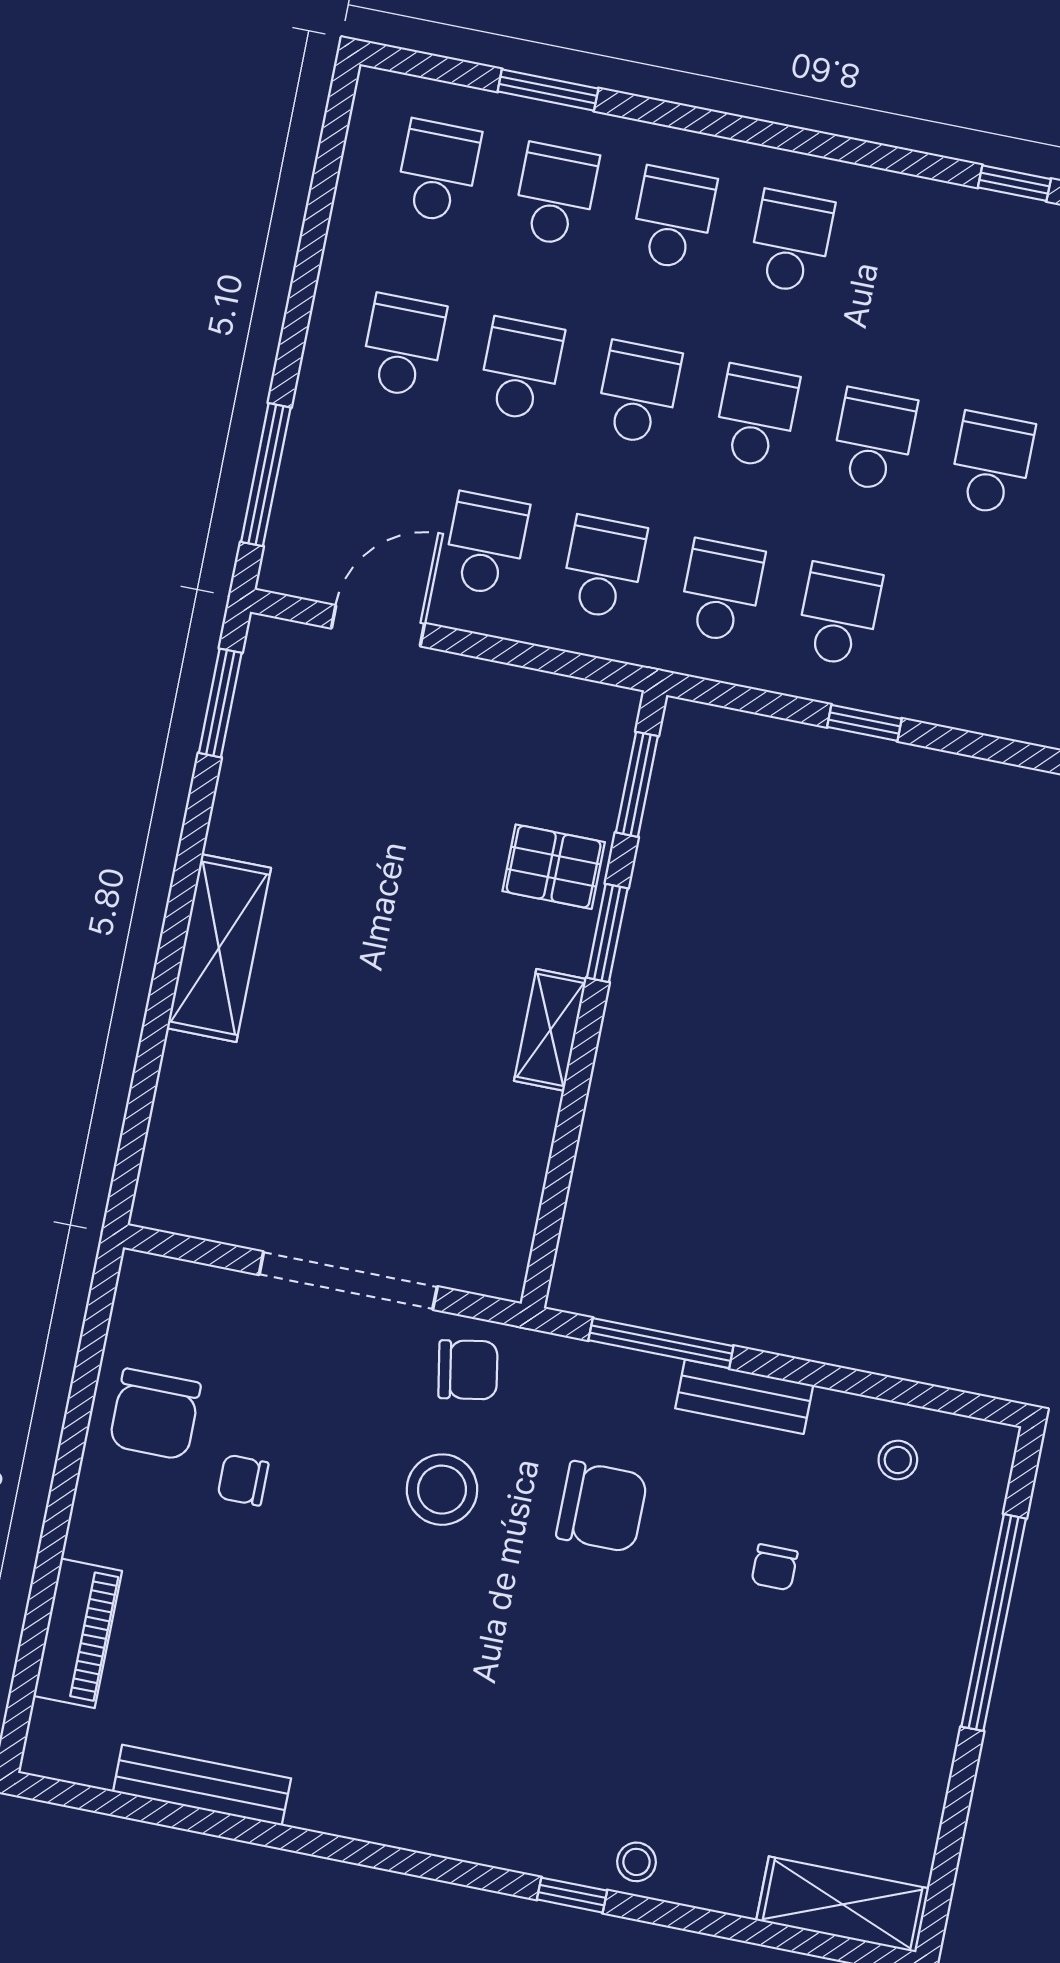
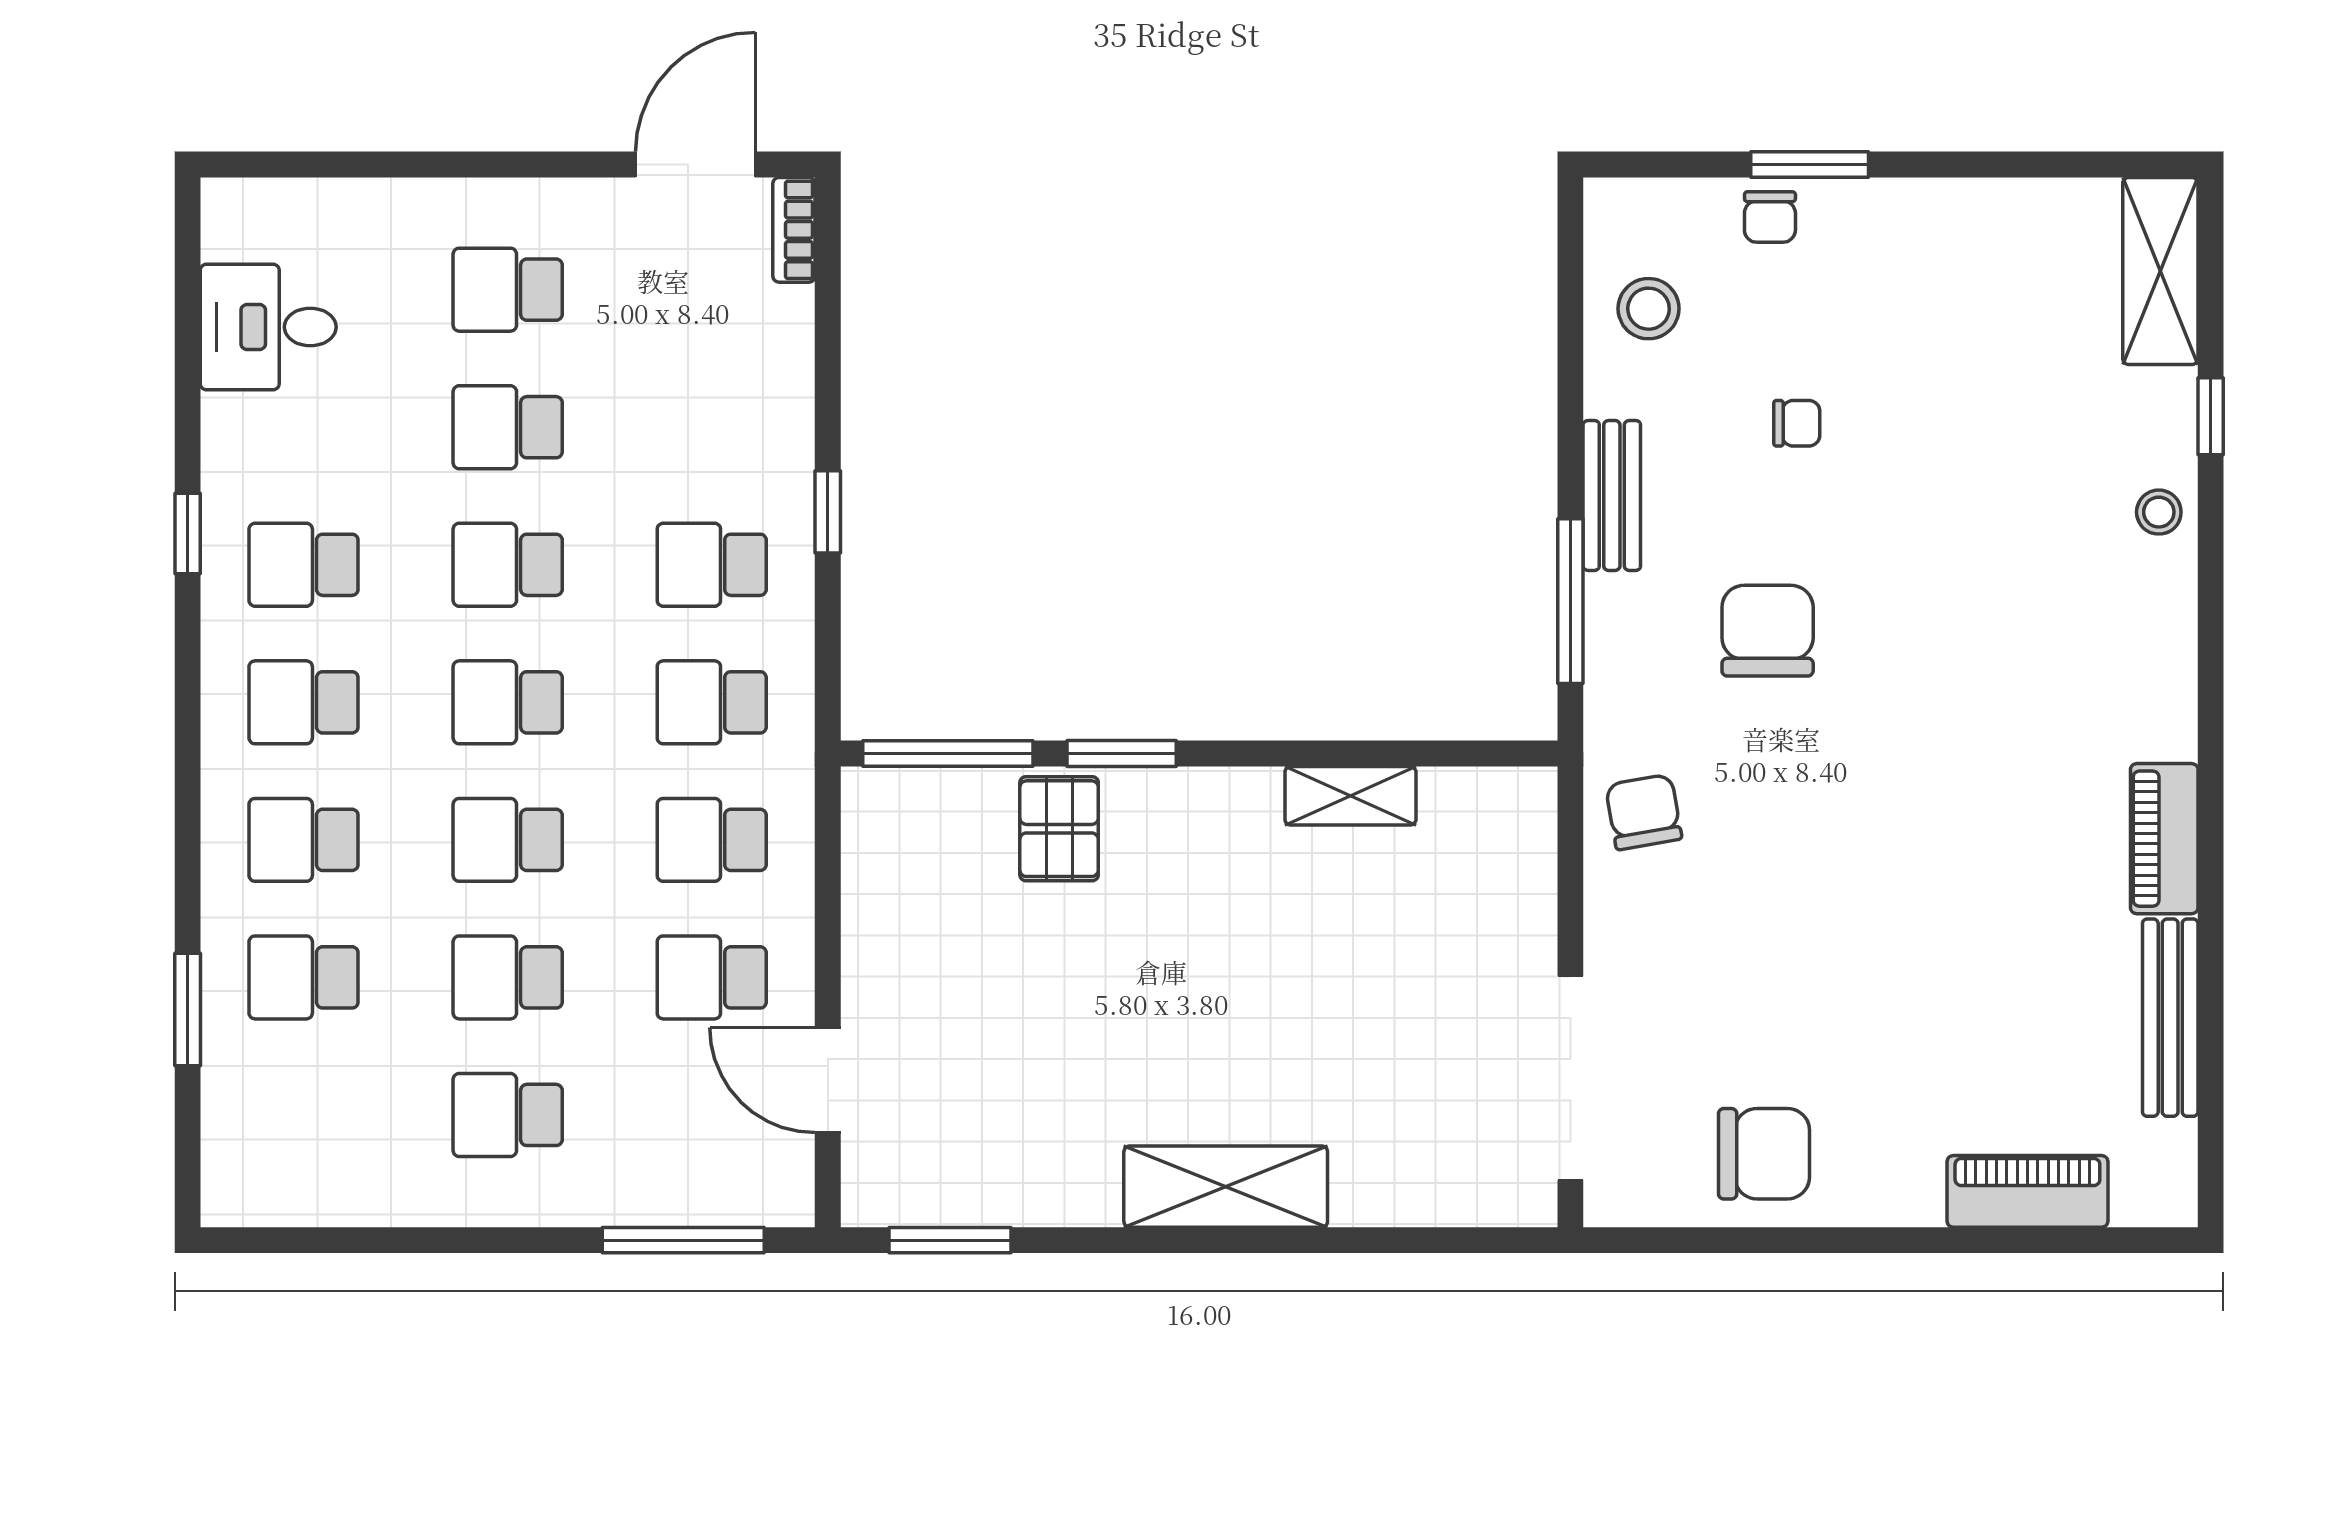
school desk: (438, 171) -> (304, 565), moved
window: (1014, 183) -> (188, 534), moved
window: (637, 784) -> (948, 754), width x1.44
shelving: (550, 1030) -> (1350, 796), moved
doorway: (348, 1281) -> (1570, 1078), moved
stool: (898, 1460) -> (1649, 309), width x1.37, depth x1.37
chair: (243, 1480) -> (1770, 217), moved
stool: (442, 1490) -> (1784, 814), removed
window: (994, 1623) -> (1810, 165), width x0.47
piano: (356, 1811) -> (2164, 839), added
window: (572, 1895) -> (2211, 416), moved

